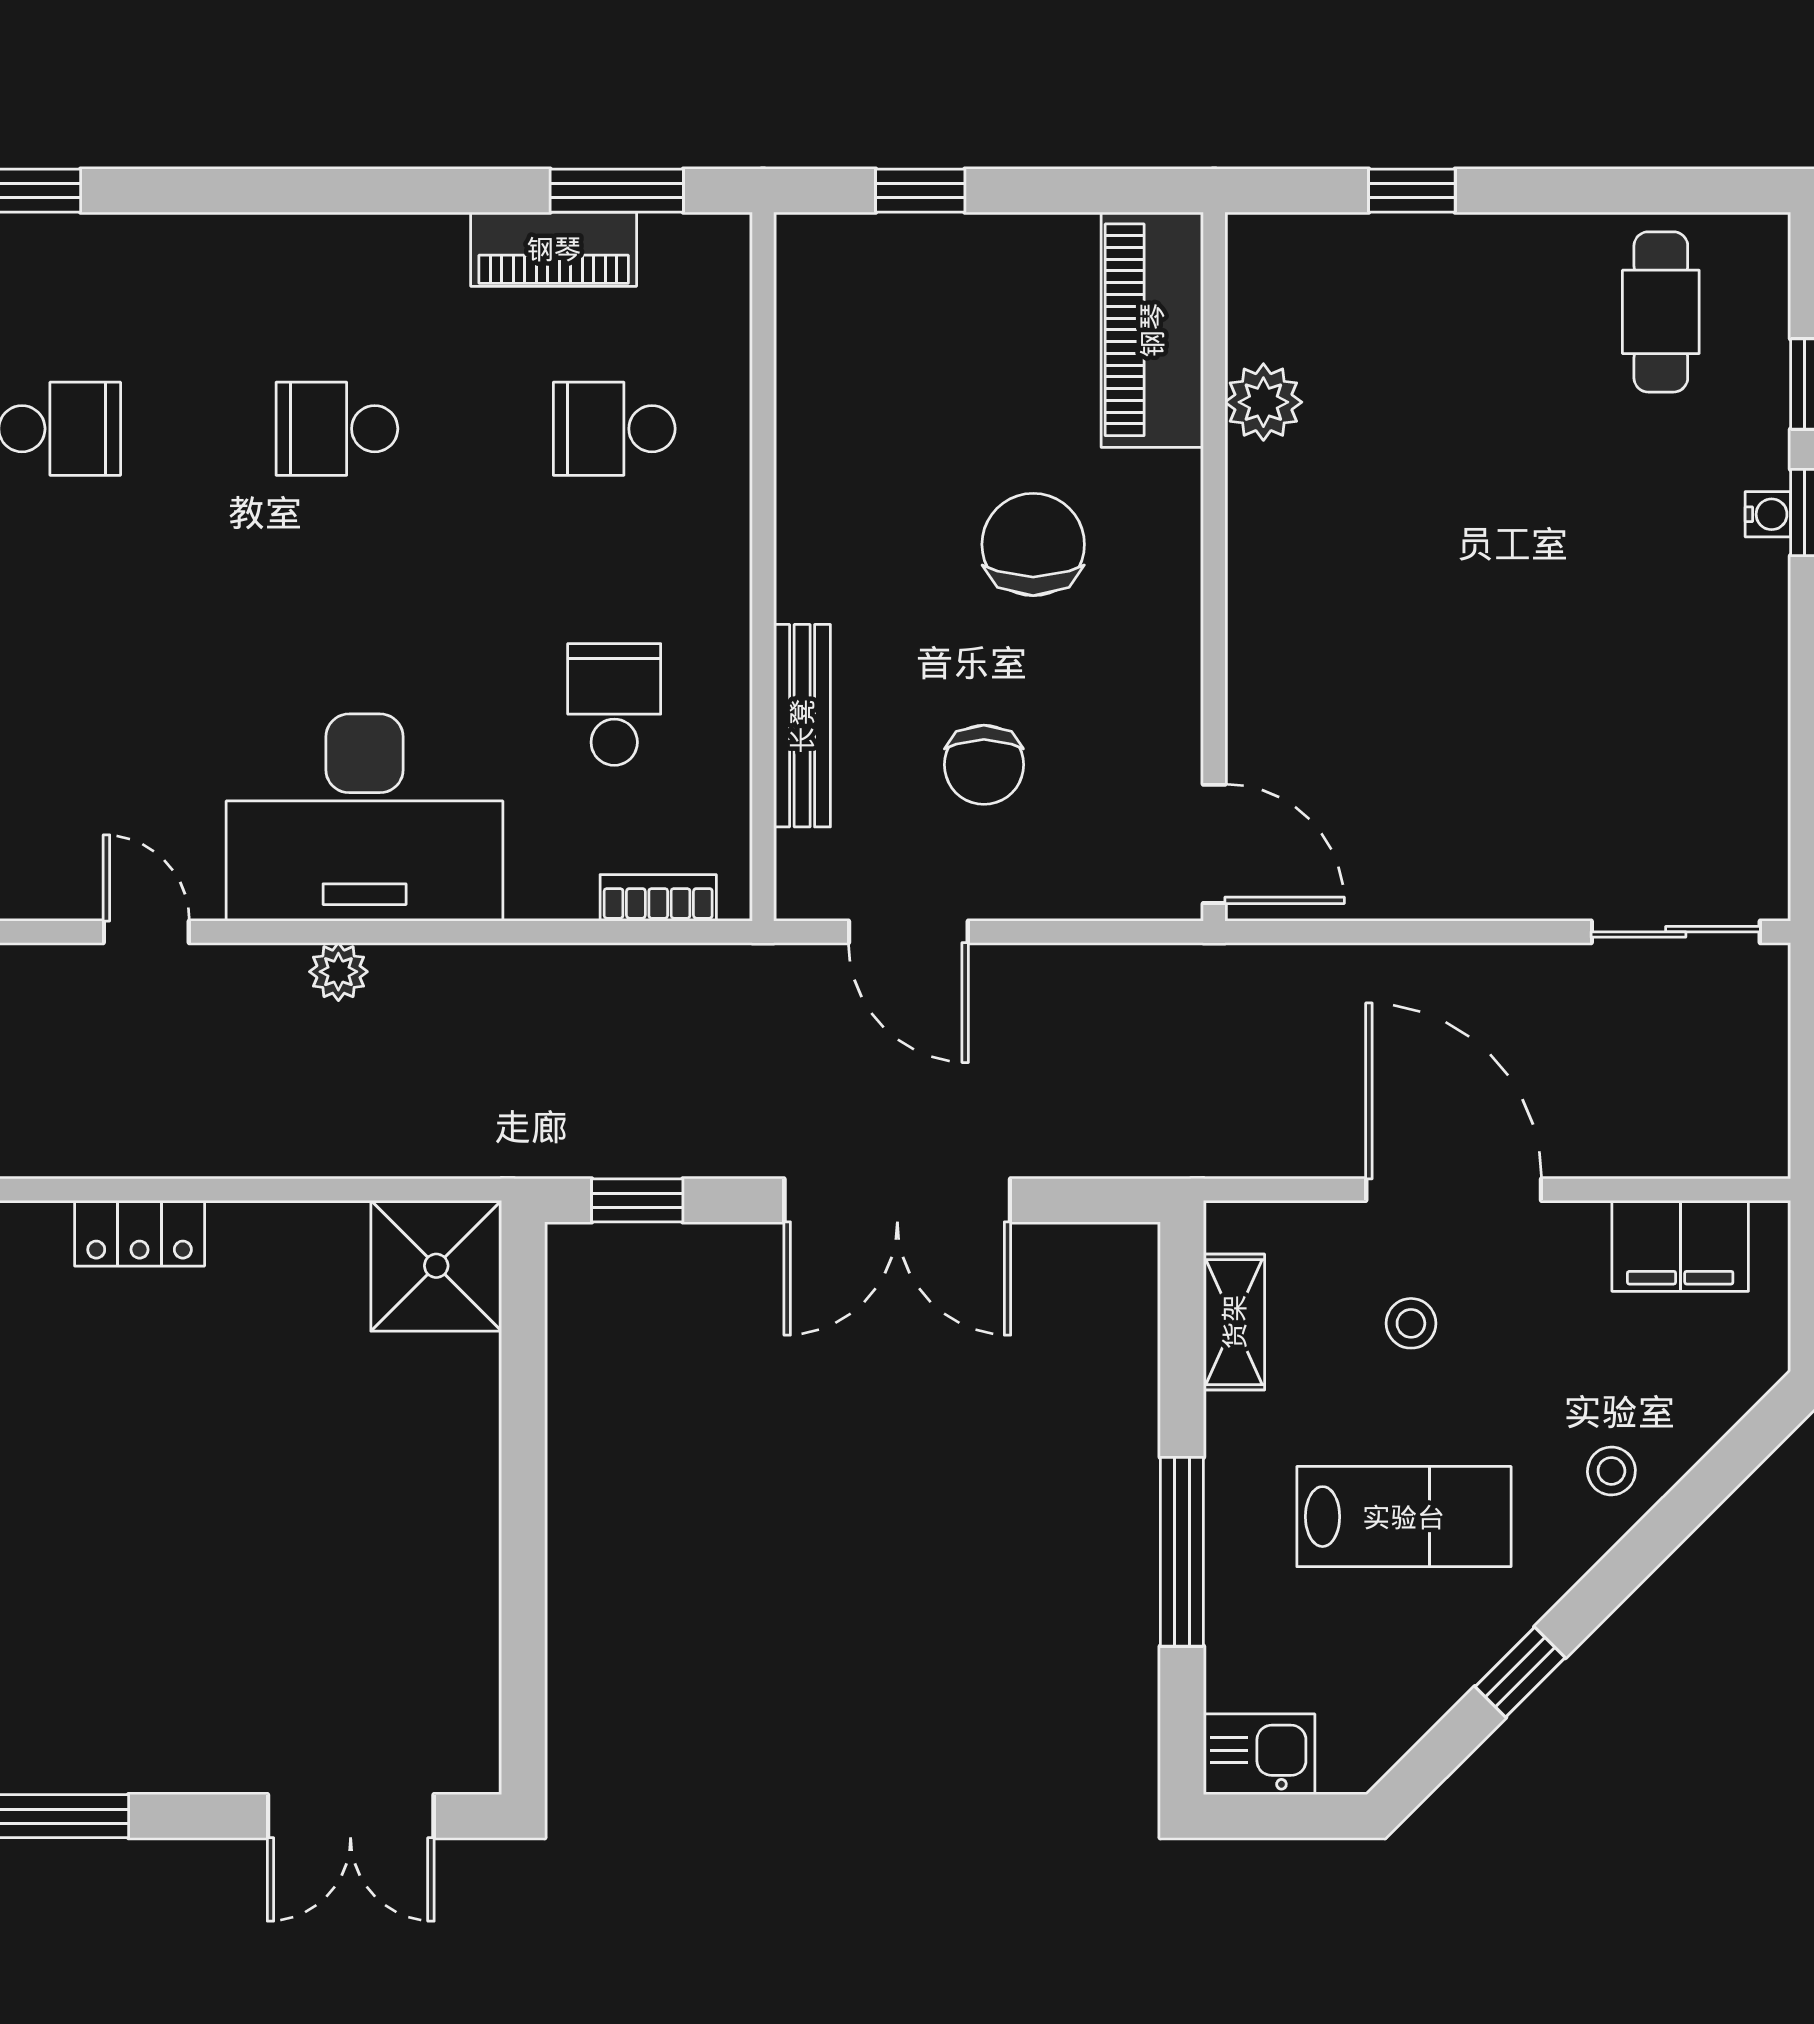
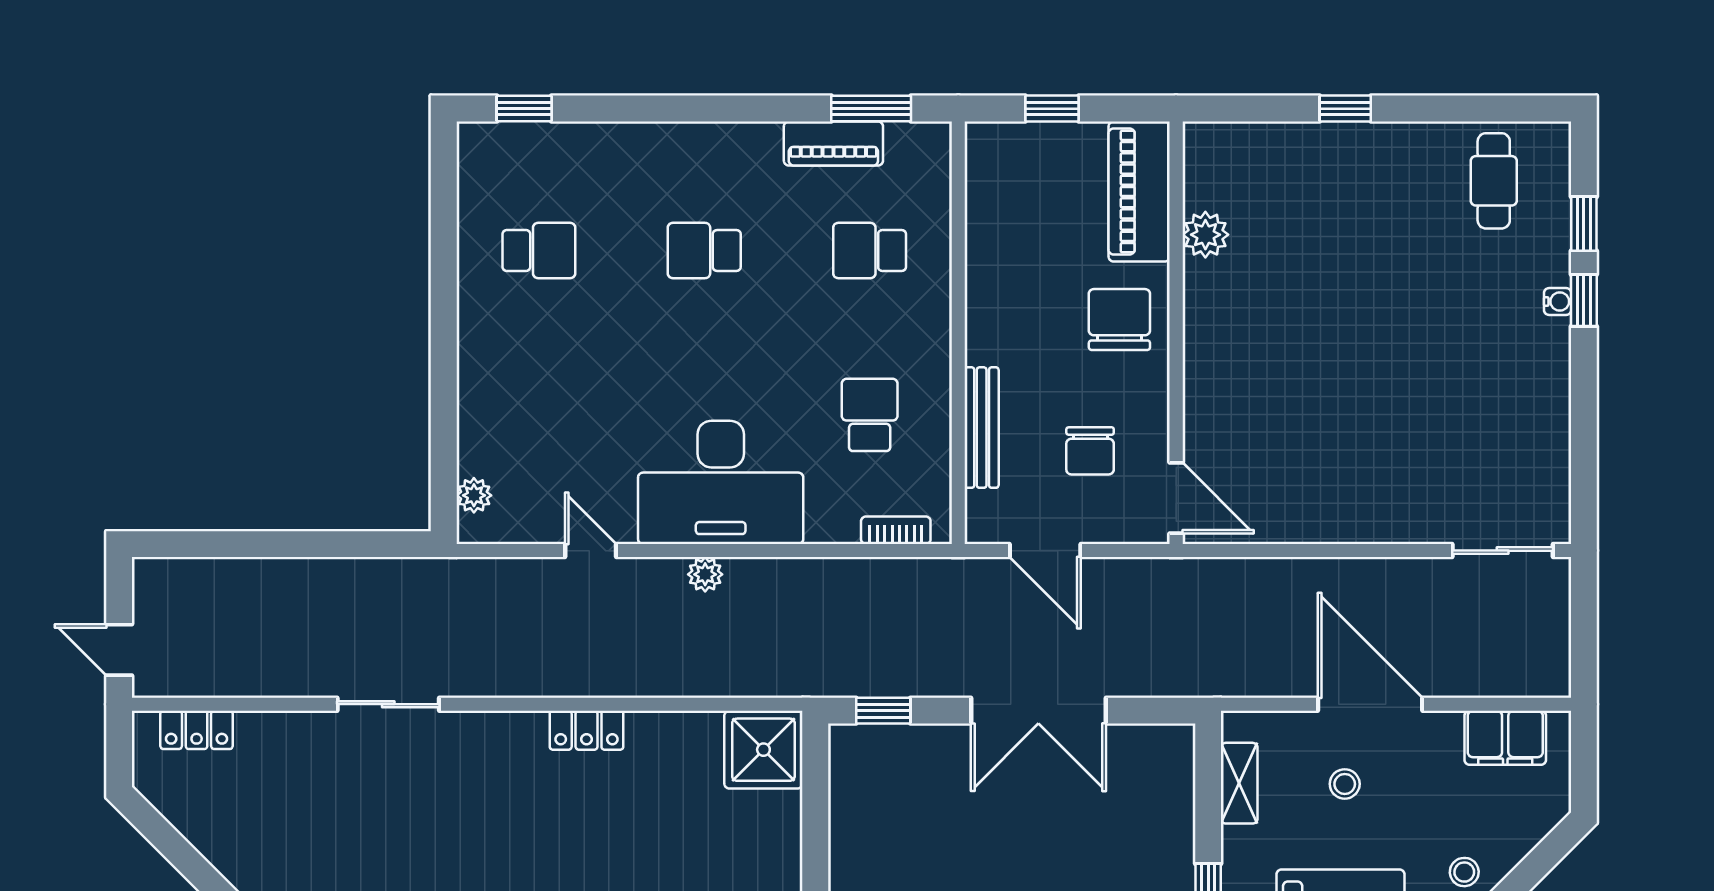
piano: (1152, 330) -> (1139, 192), moved
plant: (1263, 402) -> (1205, 235), moved
wall: (1214, 567) -> (1176, 333), moved
door: (1214, 844) -> (1176, 498), moved

